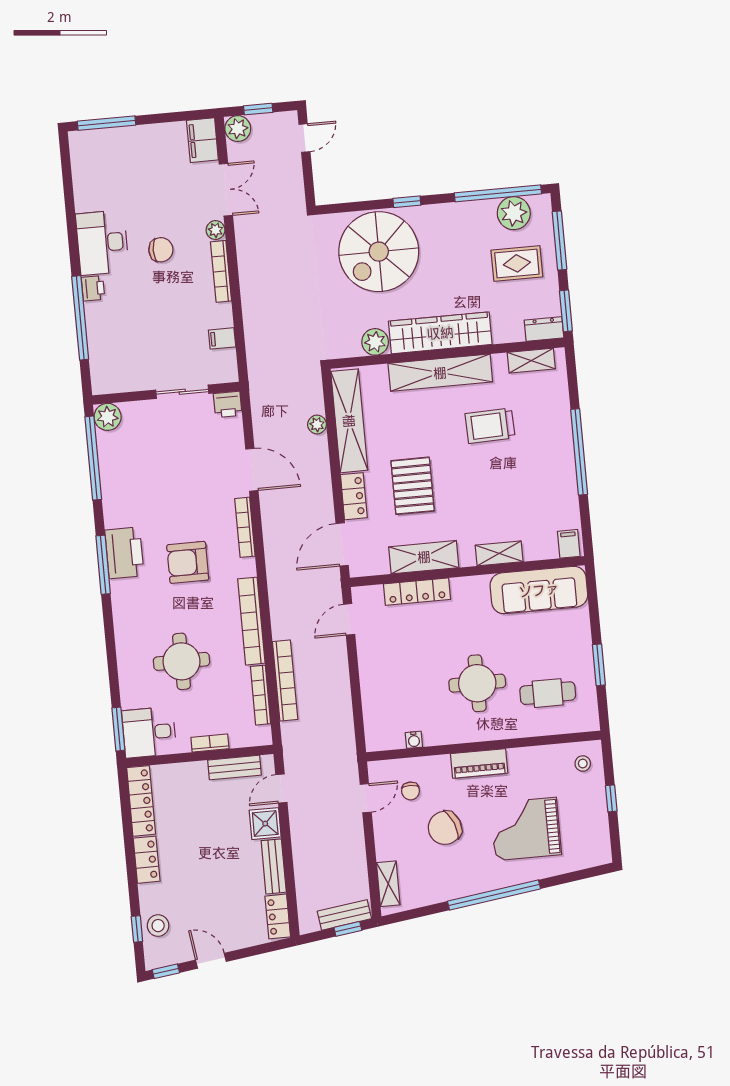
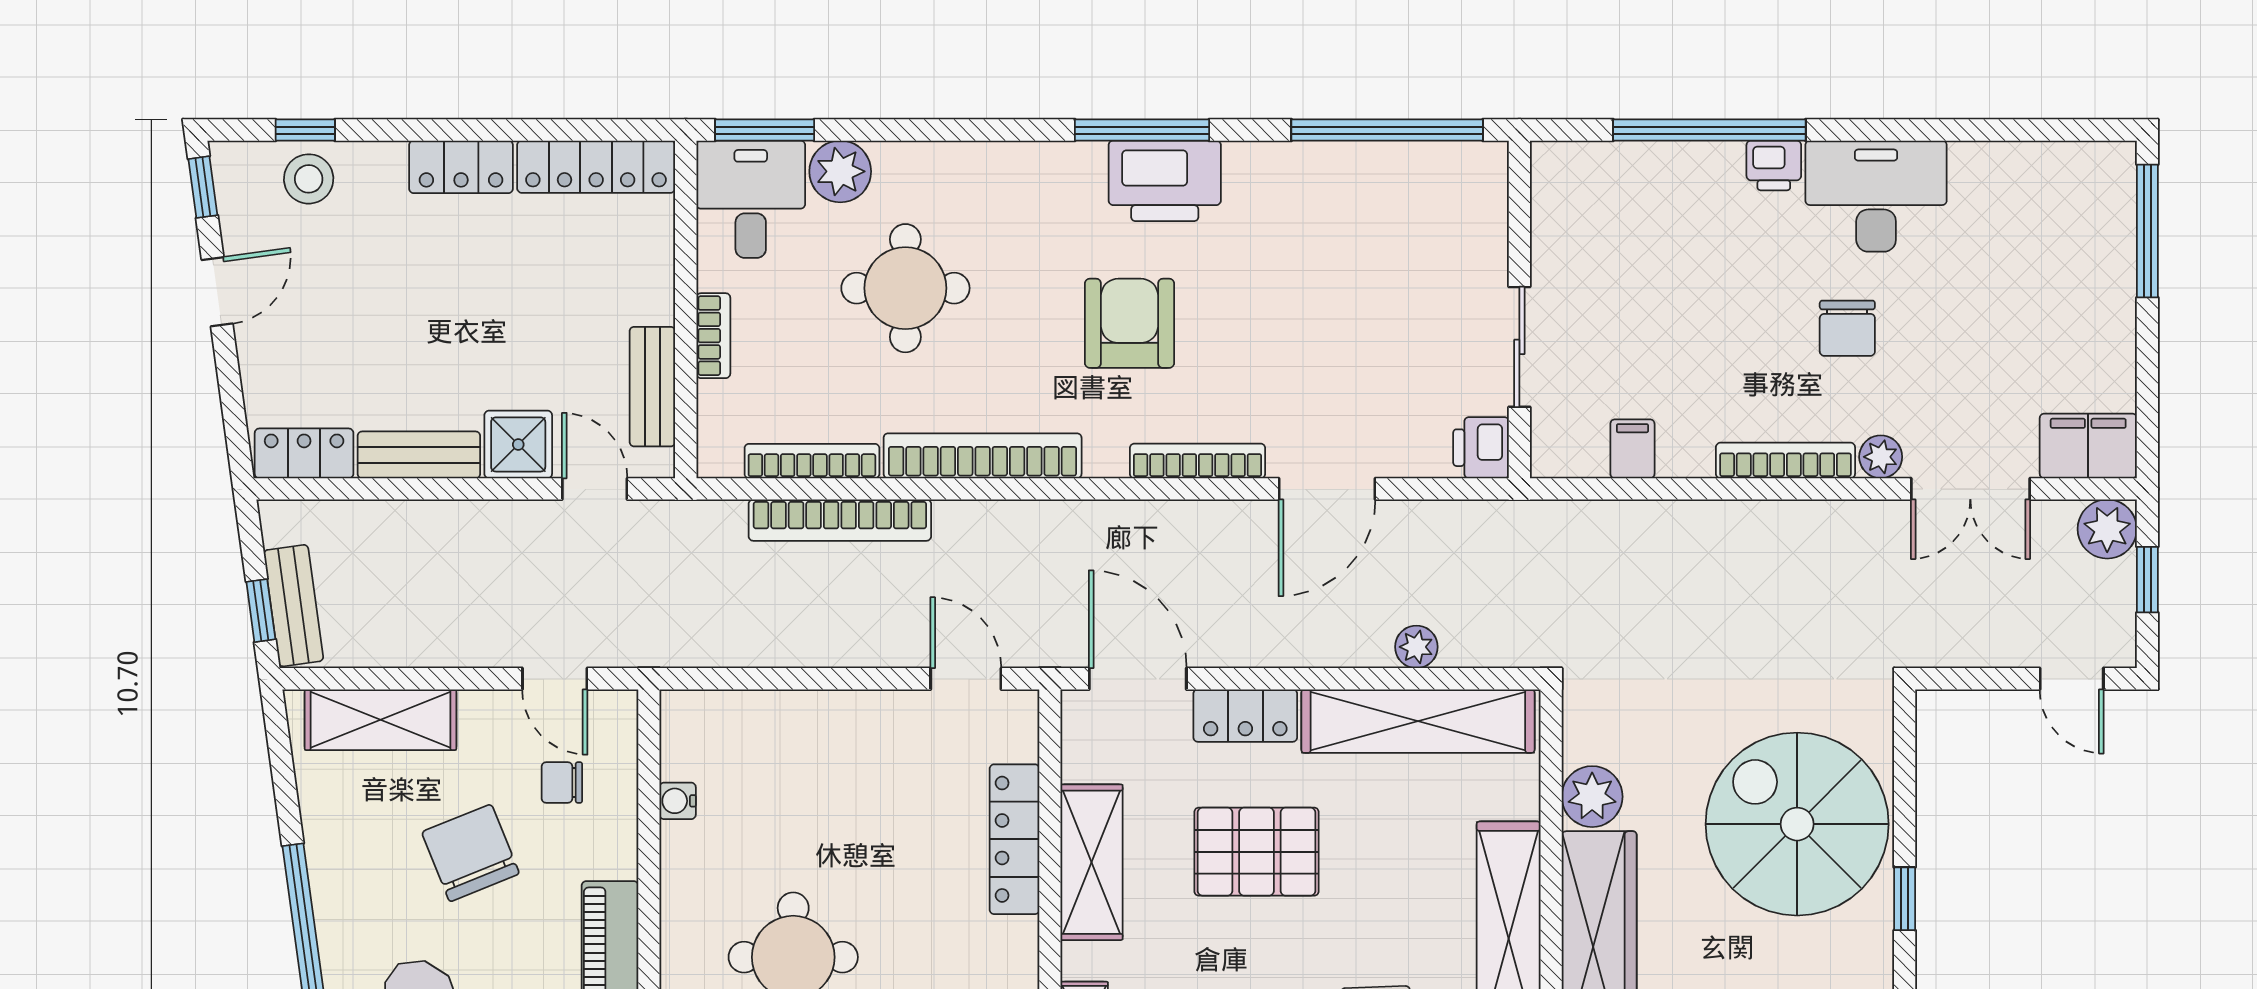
plant: (108, 417) -> (840, 171), moved
shelving: (388, 884) -> (381, 720), width x1.50, depth x1.33

